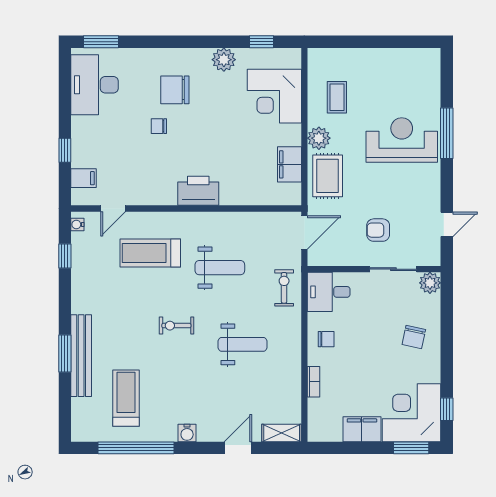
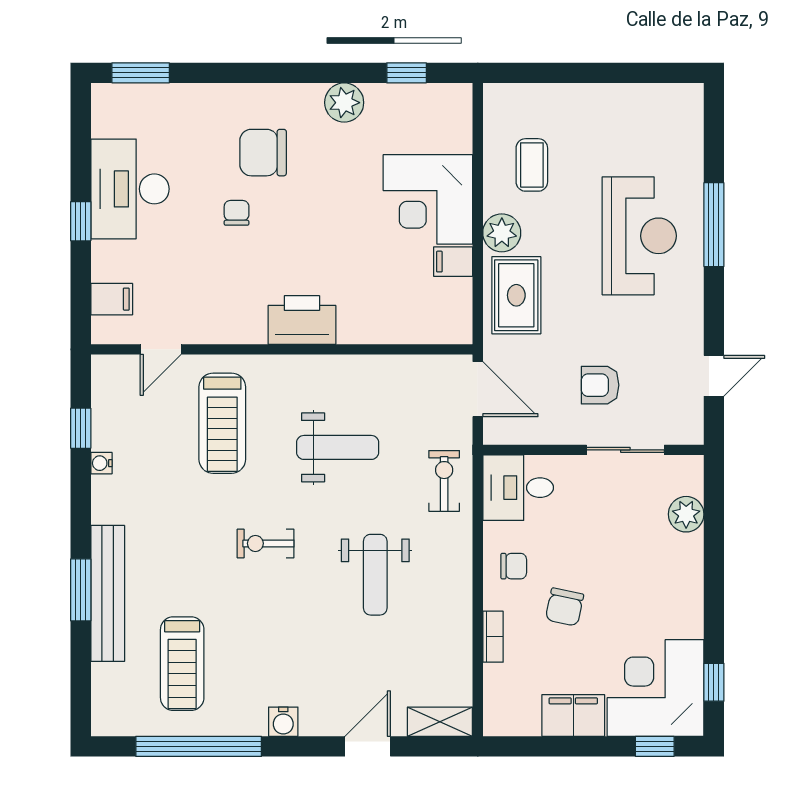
desk: (95, 85) -> (130, 189), moved
corner desk: (274, 96) -> (428, 199), moved
chair: (159, 126) -> (237, 213), turned 90
reception desk: (402, 140) -> (639, 236), turned 90
window: (65, 150) -> (81, 221), moved
filing cabinet: (289, 164) -> (453, 262), width x0.50
water cooler: (77, 225) -> (101, 463), moved
door: (304, 233) -> (478, 389), hinge flipped
treadmill: (150, 253) -> (222, 423), turned -90
plant: (430, 283) -> (686, 514), moved
chair: (414, 337) -> (565, 607), moved
weight bench: (243, 344) -> (375, 575), turned 90
treadmill: (126, 398) -> (182, 664), turned 180
window: (411, 448) -> (655, 746), width x0.67

